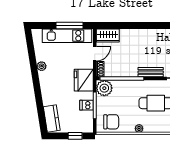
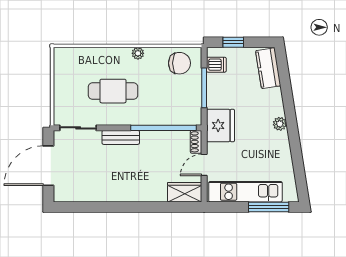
window: (69, 25) -> (269, 207), moved
plant: (42, 66) -> (280, 124), moved
plant: (104, 88) -> (190, 113), removed
dishwasher: (86, 105) -> (216, 65), moved
chair: (111, 122) -> (179, 63), turned 180

